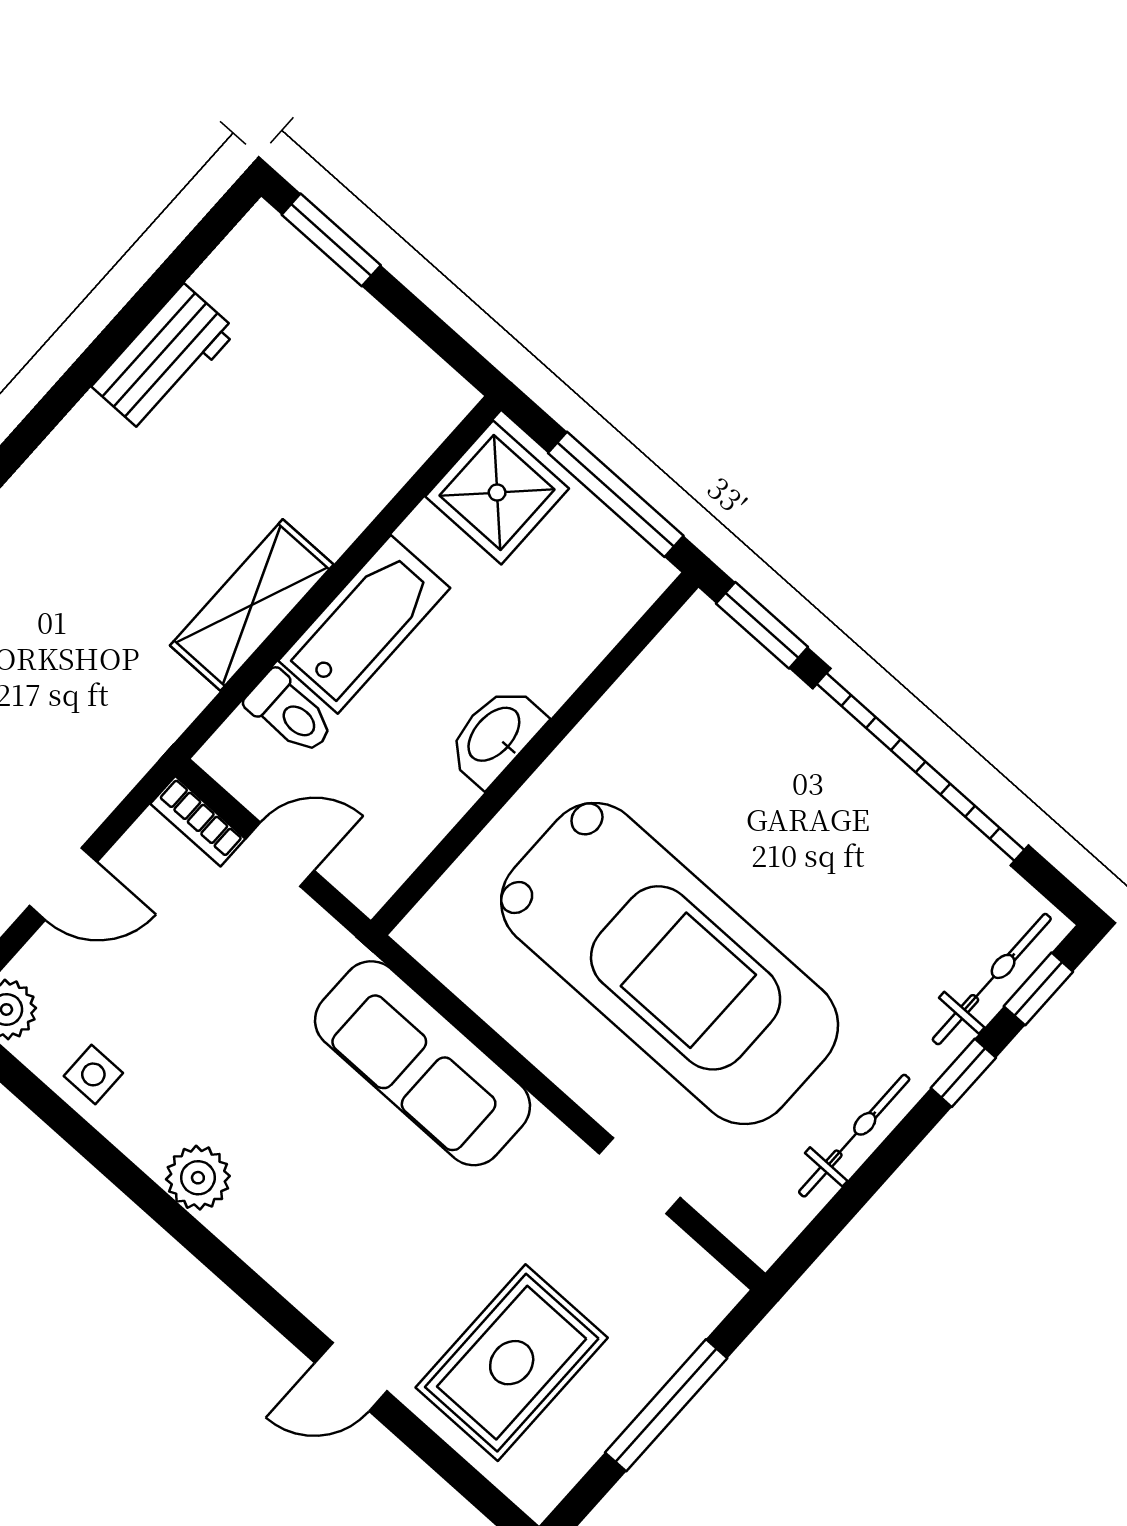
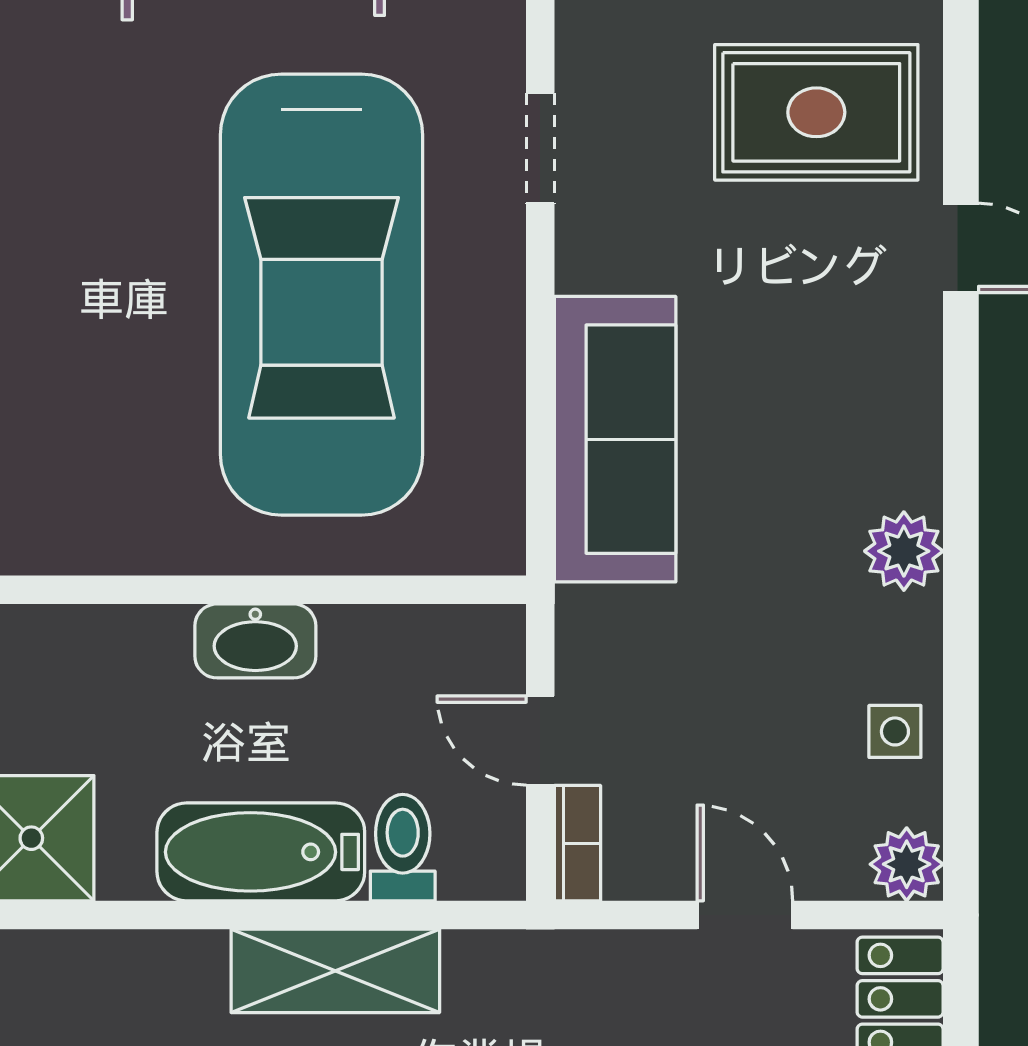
car: (670, 964) -> (322, 295), turned 180

